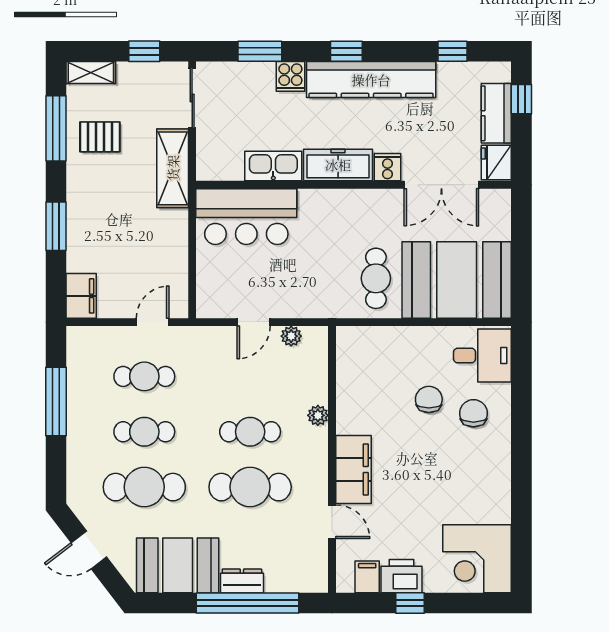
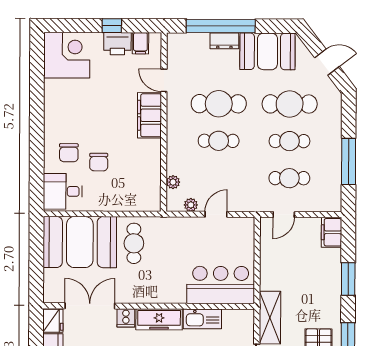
plant: (318, 415) -> (173, 182), moved

